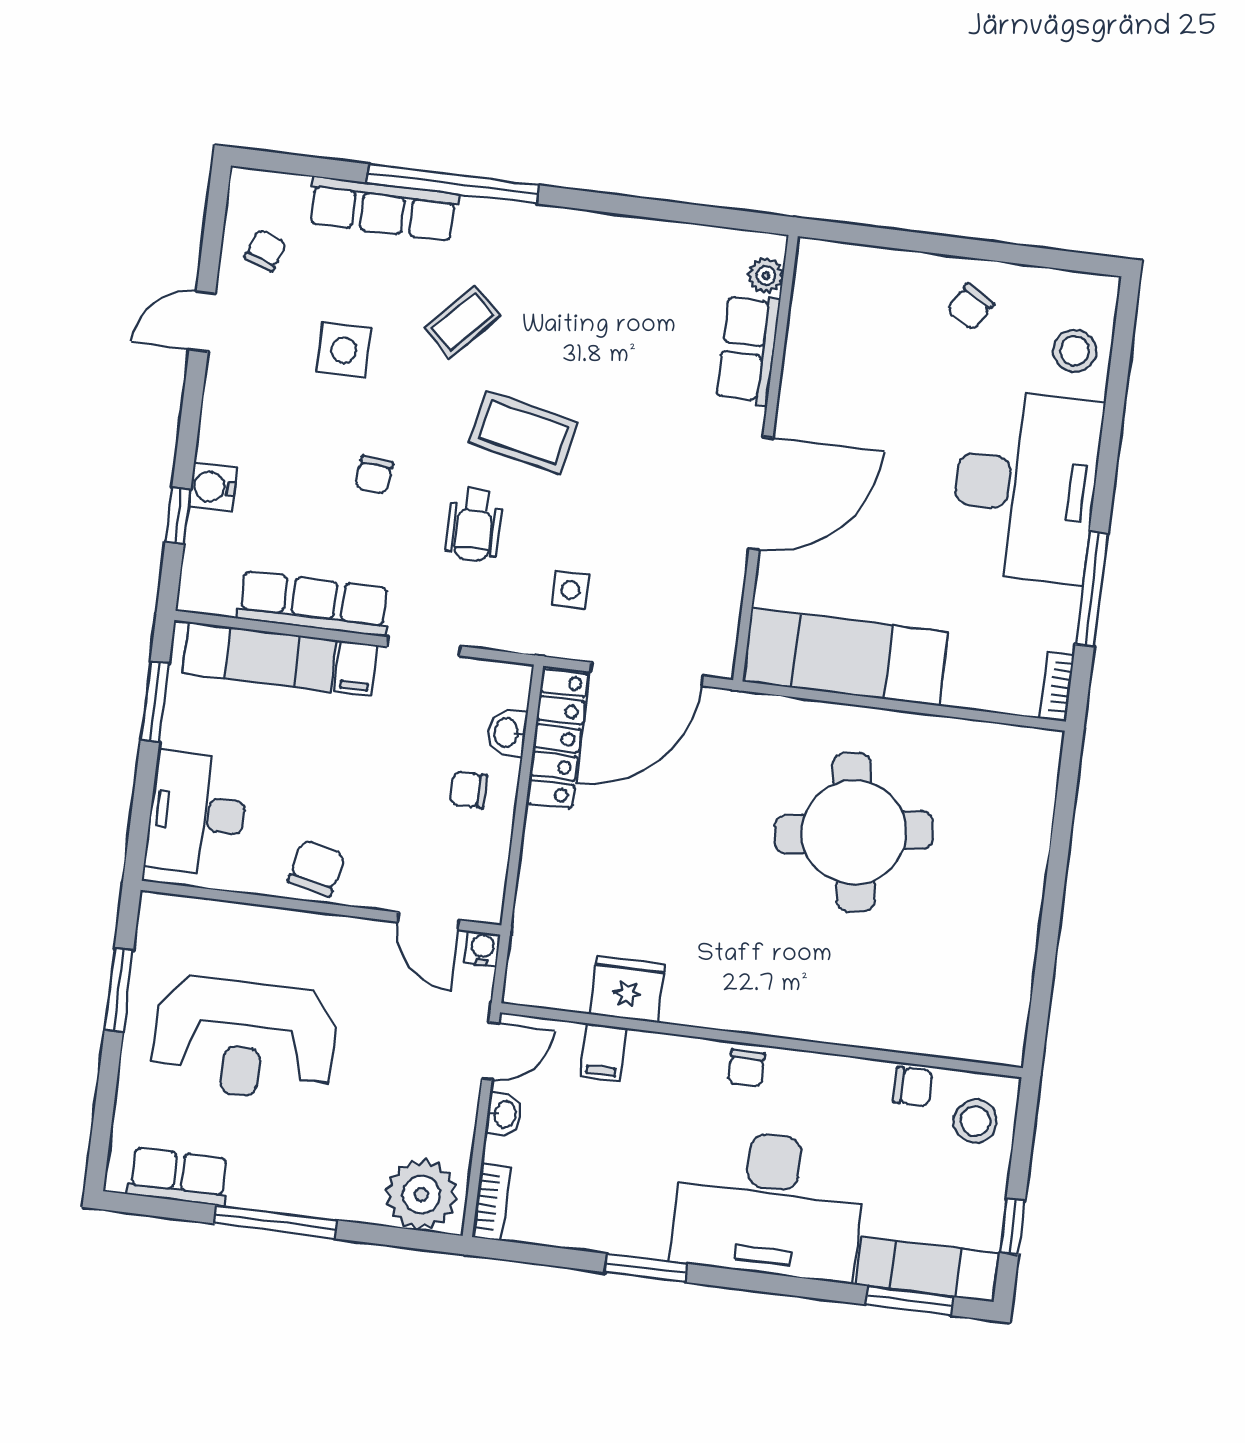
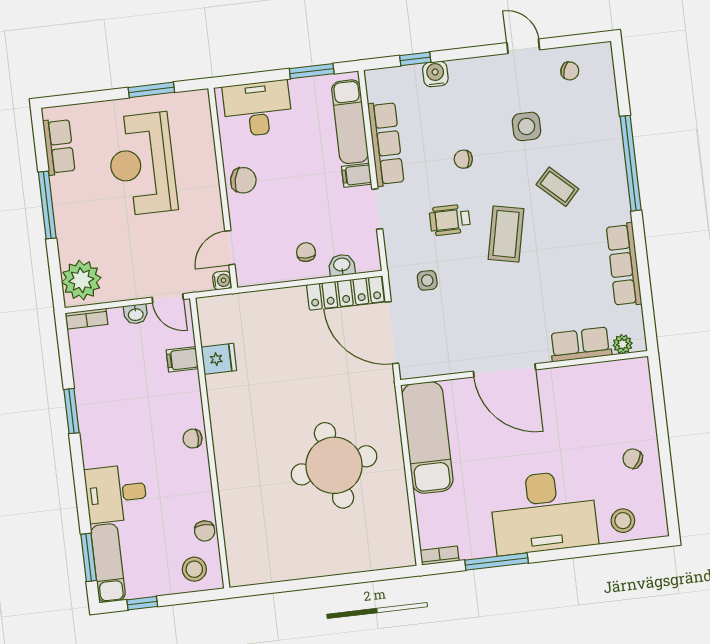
row of seats: (383, 209) -> (624, 265), moved
fridge: (628, 989) -> (219, 359), width x0.72
desk: (769, 1205) -> (116, 494), width x0.53, depth x0.77

